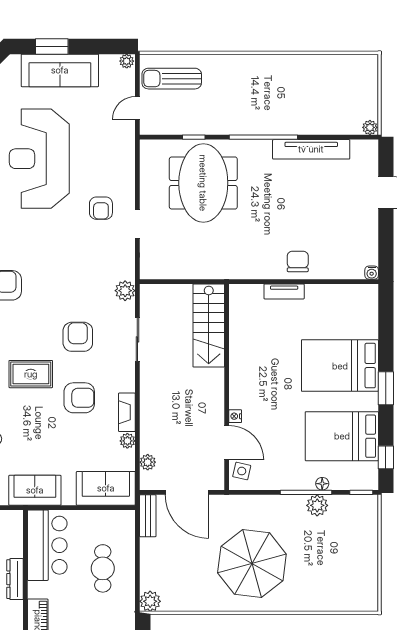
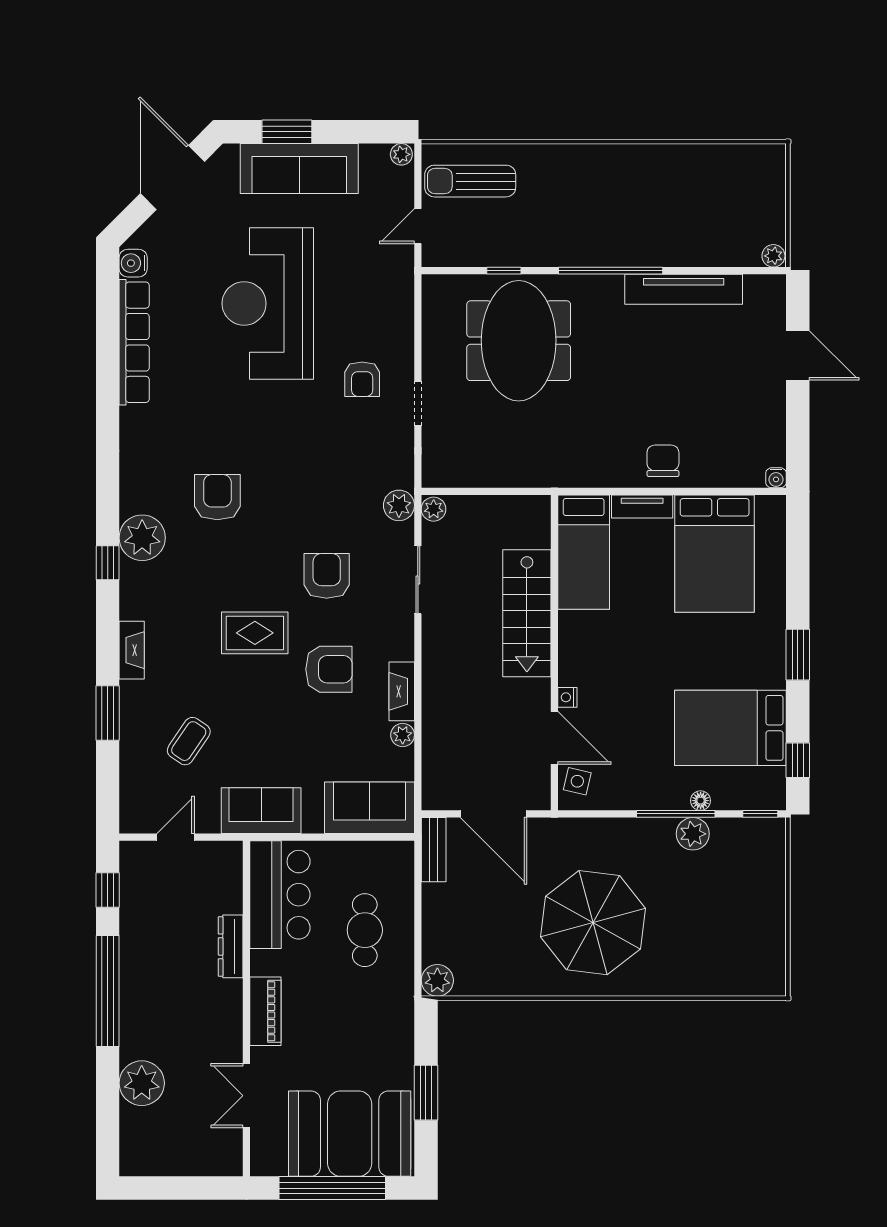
bed: (246, 321) -> (584, 552), added
stairs: (209, 325) -> (527, 613), moved
bed: (340, 366) -> (715, 554), moved, turned -90
plant: (148, 462) -> (434, 509), moved

